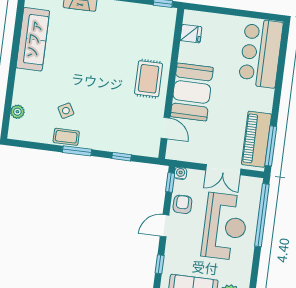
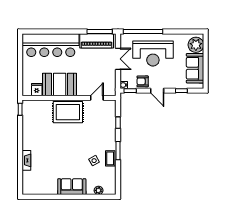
sofa: (33, 39) -> (72, 187), moved, width x0.73
bar counter: (261, 53) -> (51, 45), width x1.36
rug: (149, 79) -> (68, 112), width x1.36, depth x1.43
booth: (192, 92) -> (60, 84), moved
reception desk: (225, 227) -> (153, 53), turned 180

